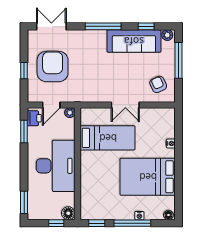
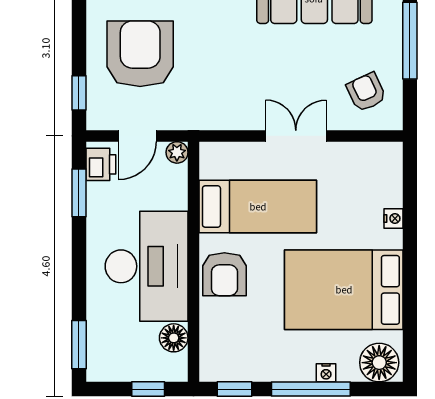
window: (24, 71) -> (79, 93), moved
double door: (125, 105) -> (296, 136), swing flipped
armchair: (92, 169) -> (224, 274), added
floor lamp: (68, 213) -> (174, 338), moved
floor lamp: (168, 215) -> (379, 363), width x1.89, depth x1.89

